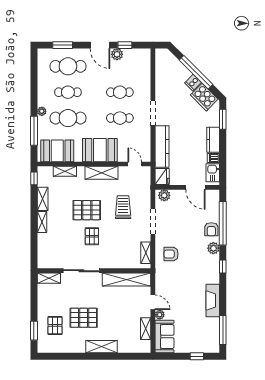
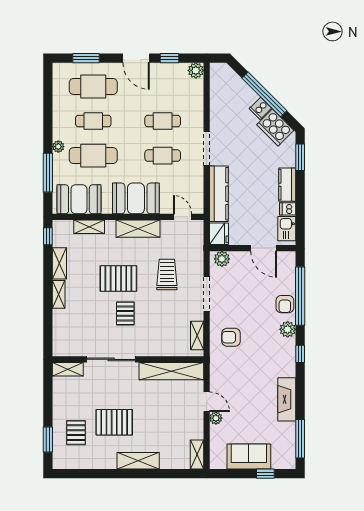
plant: (117, 54) -> (196, 70), moved
shelving: (146, 329) -> (197, 455), moved
sofa: (164, 337) -> (249, 457), moved, turned -90

